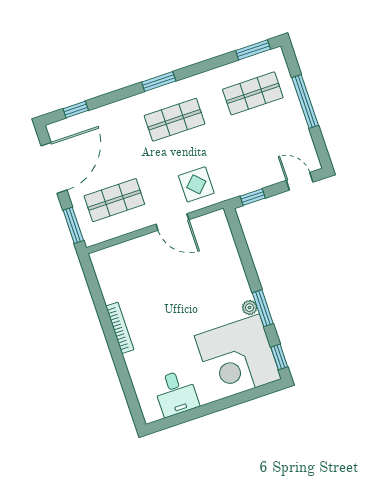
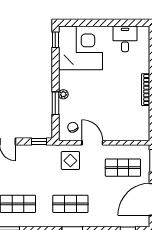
chair: (210, 235) -> (73, 127), added
plant: (250, 308) -> (63, 94), moved
window: (263, 308) -> (55, 103), moved

